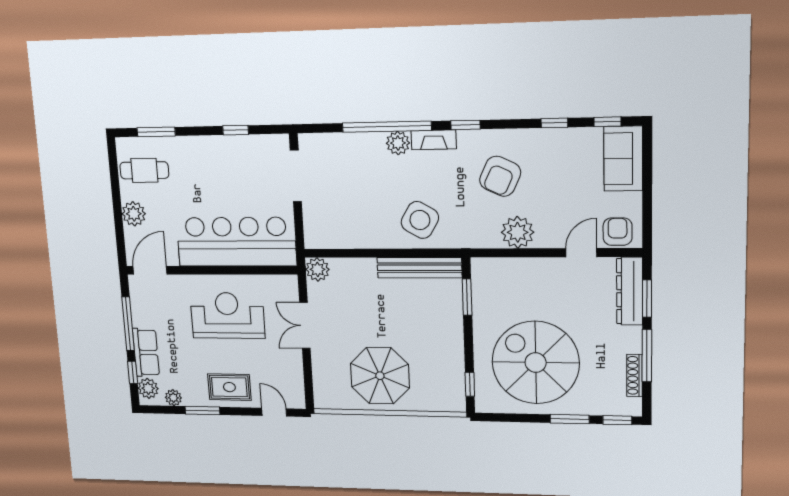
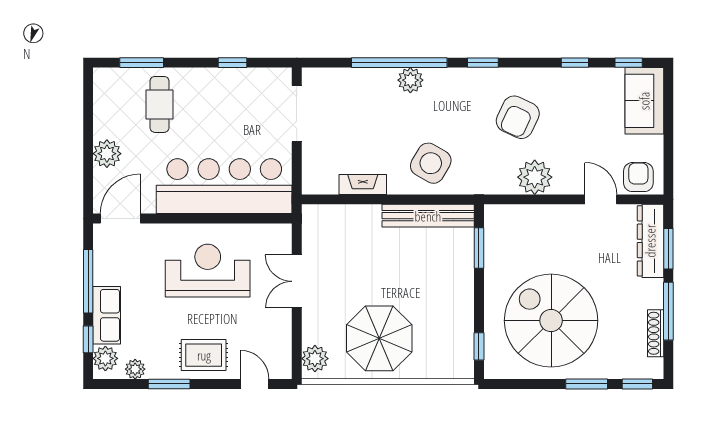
fireplace: (434, 140) -> (363, 184), moved, turned 180
cafe table: (144, 170) -> (160, 104), moved, turned 90
door: (581, 253) -> (601, 199), hinge flipped
plant: (318, 269) -> (315, 359), moved

